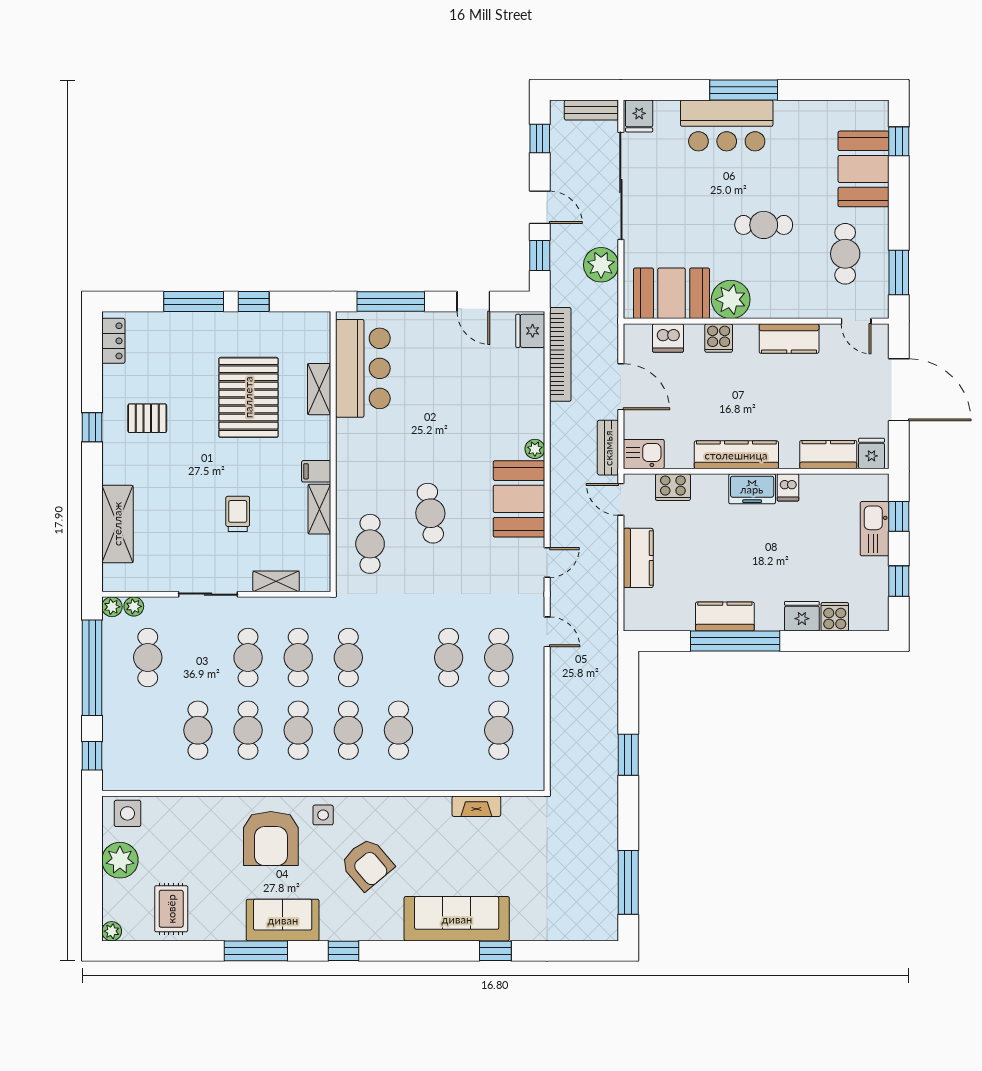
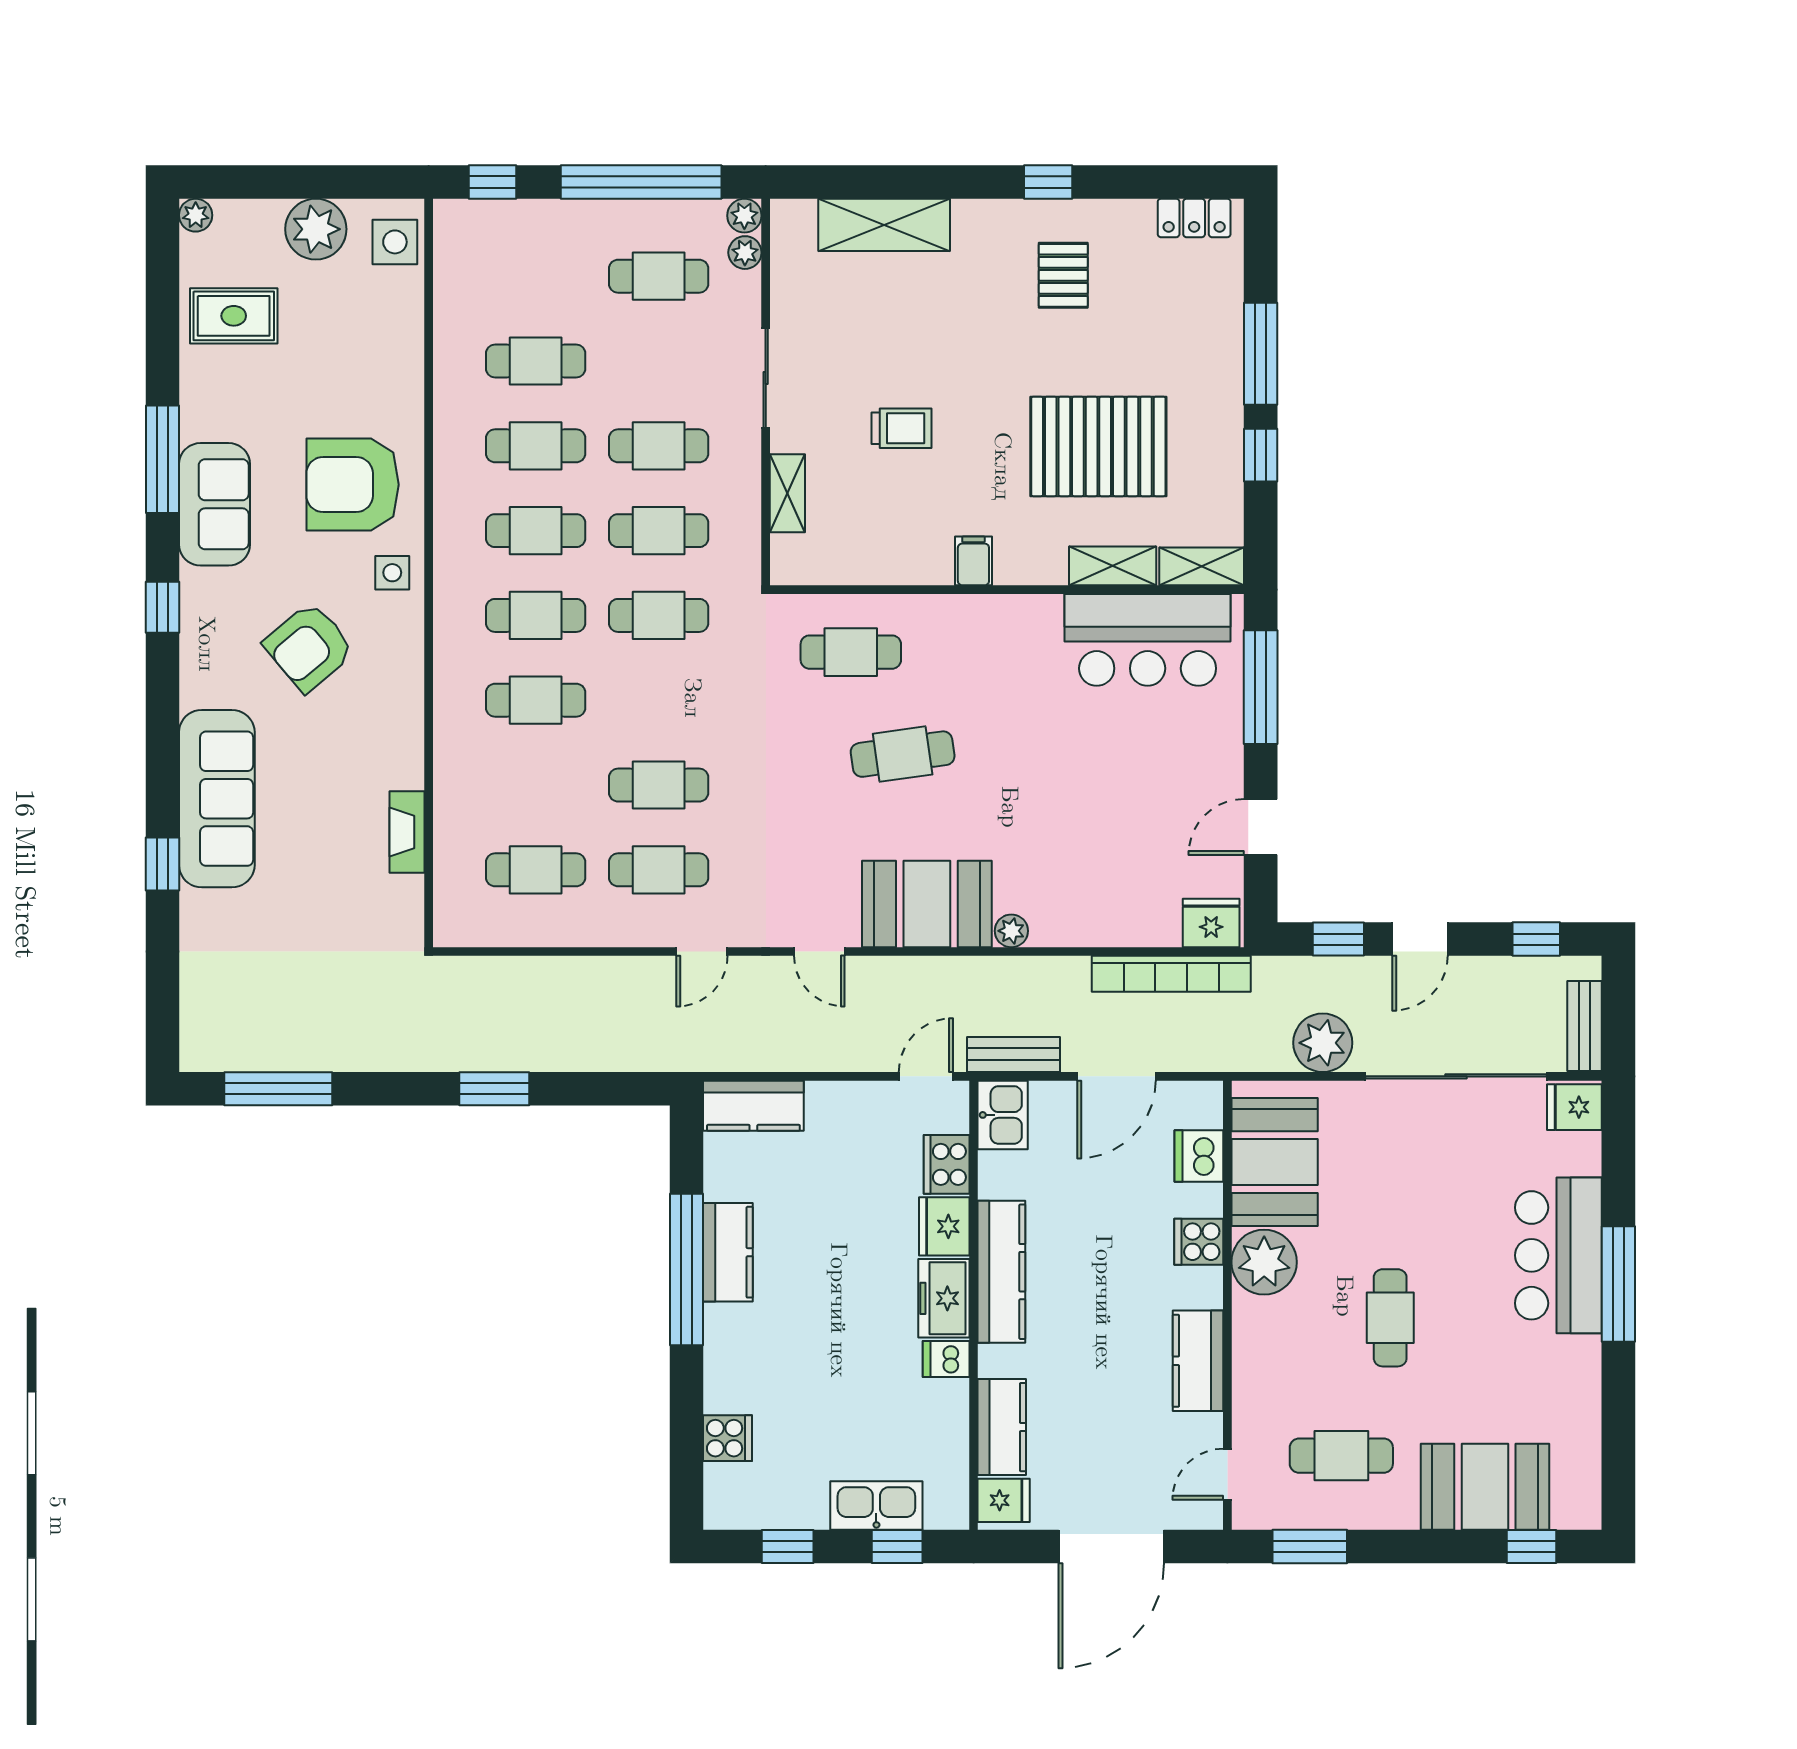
shelving: (319, 509) -> (1202, 566), moved
kitchen counter: (638, 558) -> (753, 1106), moved
fridge: (802, 616) -> (944, 1226), moved, turned 180

